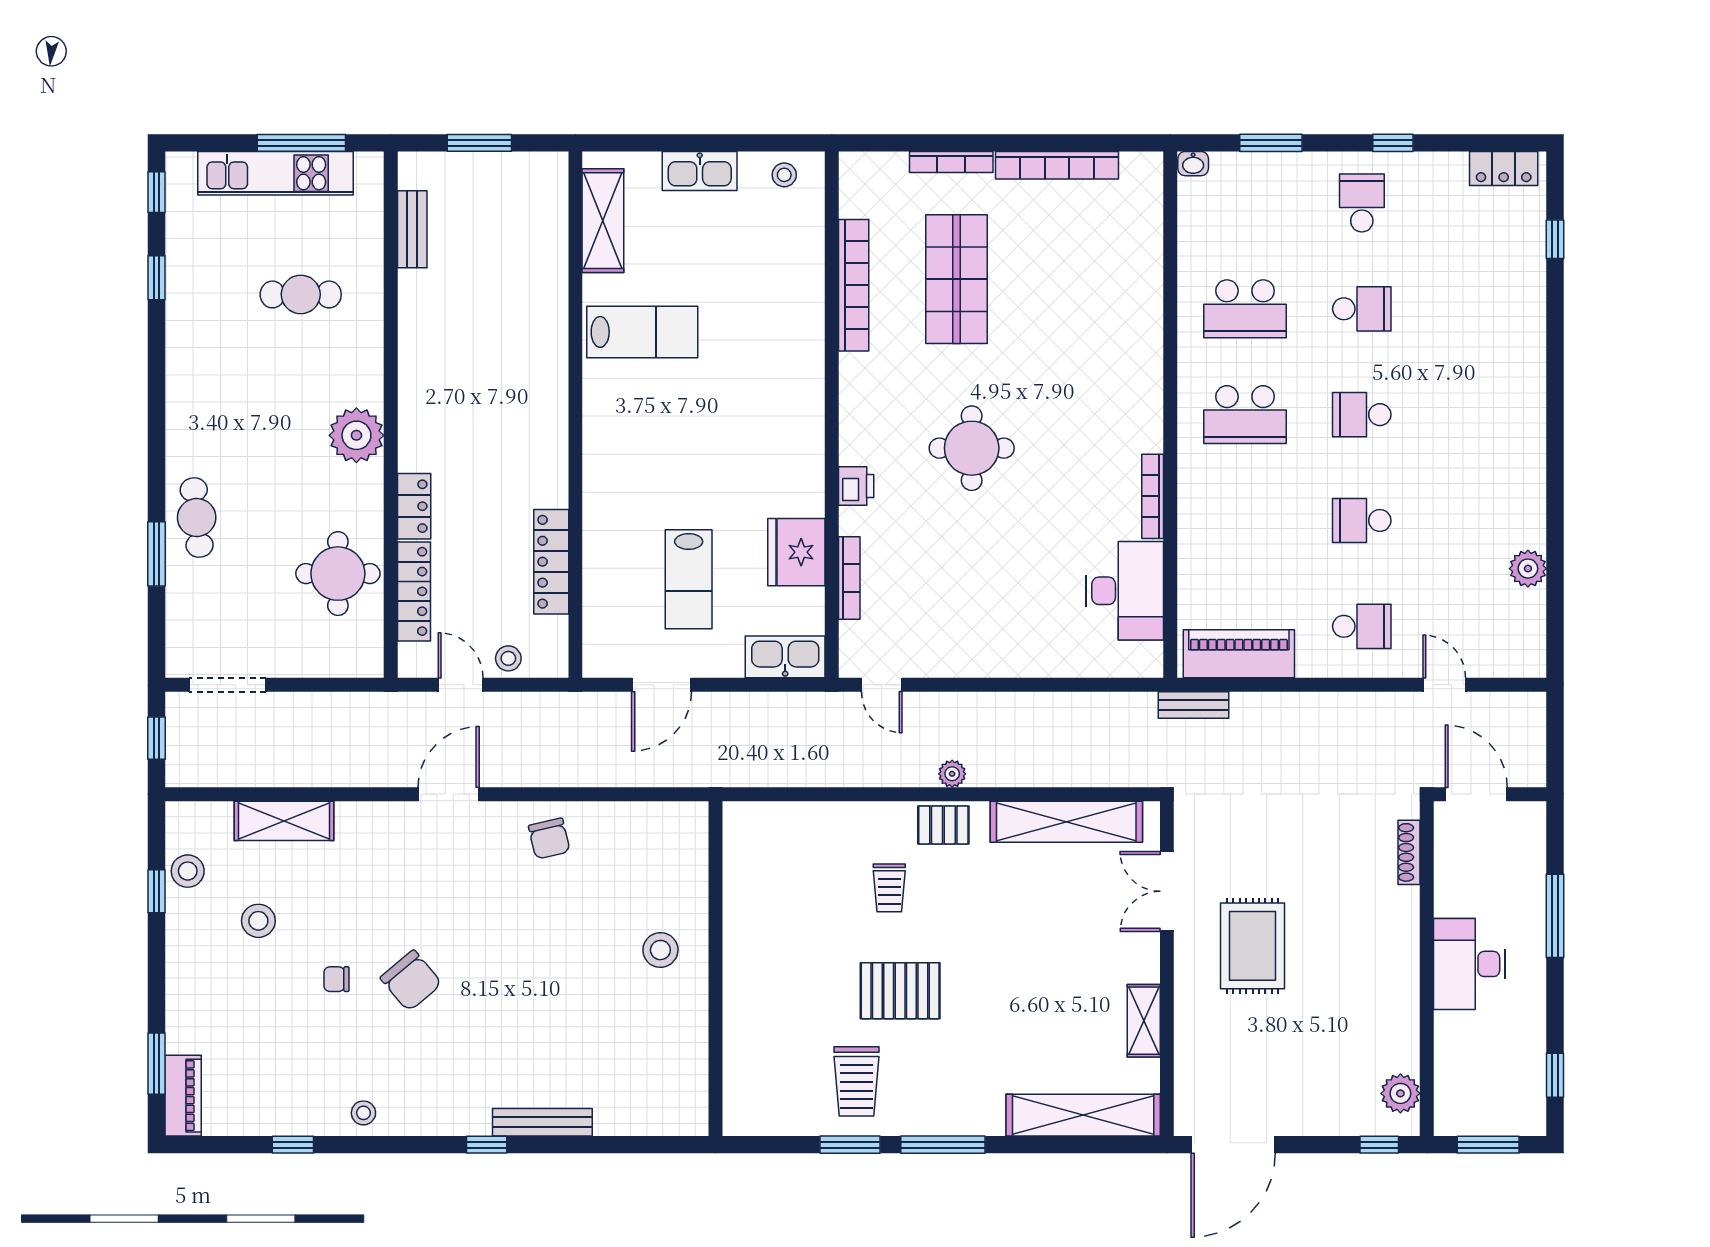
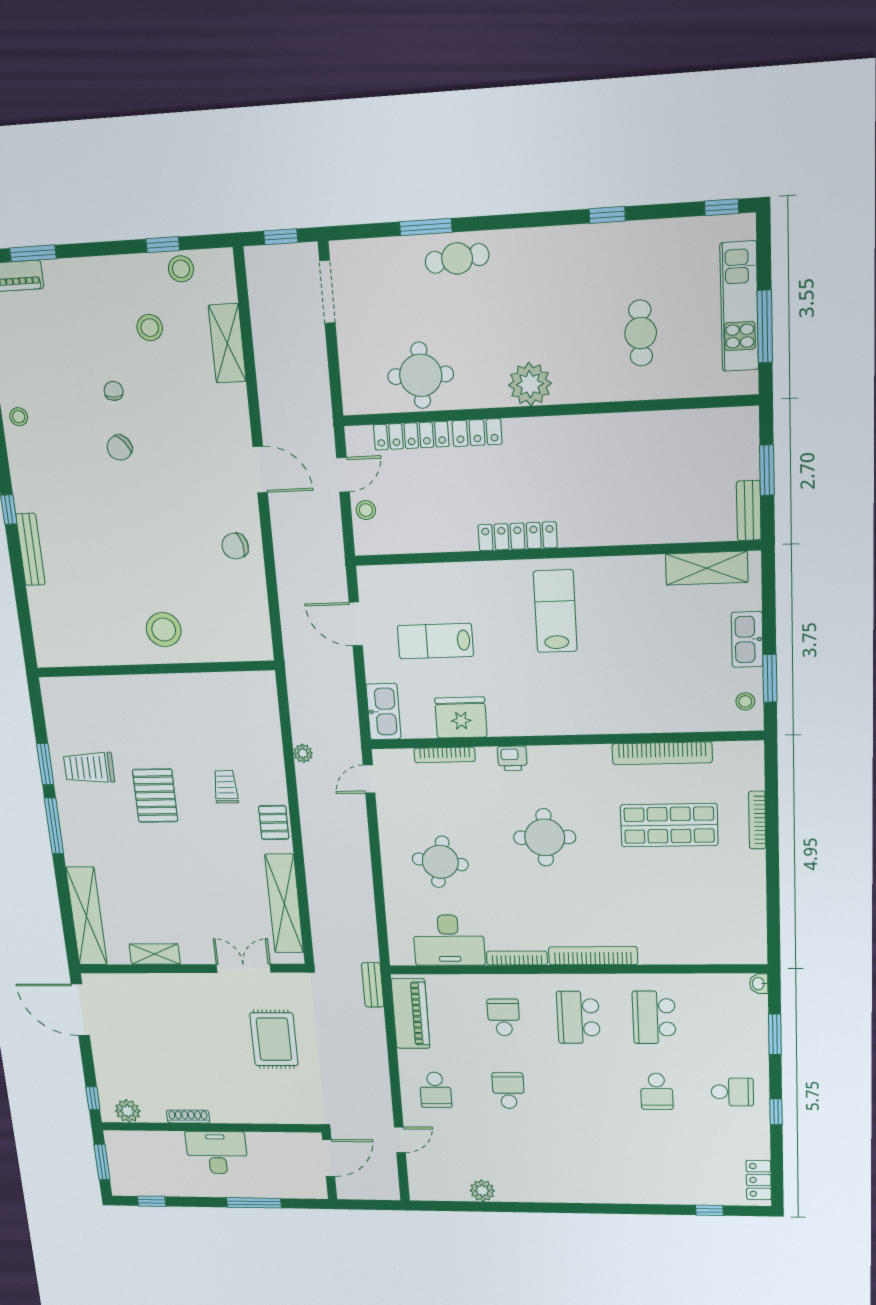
window: (753, 143) -> (770, 678), added
bookcase: (1057, 165) -> (593, 956), moved, turned 90
bench: (412, 229) -> (749, 510), moved, turned 90
window: (156, 278) -> (607, 215), moved
lab bench: (642, 332) -> (555, 611), moved, turned 180
school desk: (1362, 415) -> (504, 1017), moved
locker: (551, 562) -> (518, 536), moved
round table: (1006, 595) -> (440, 862), added
plant: (952, 774) -> (303, 753), moved
shoe rack: (1409, 852) -> (188, 1117), moved
trolley: (889, 888) -> (226, 787), turned 90
rug: (1253, 946) -> (274, 1039), moved, turned 90
stool: (660, 950) -> (164, 630), width x1.38, depth x1.38
chair: (411, 981) -> (119, 448), width x0.73, depth x0.73

